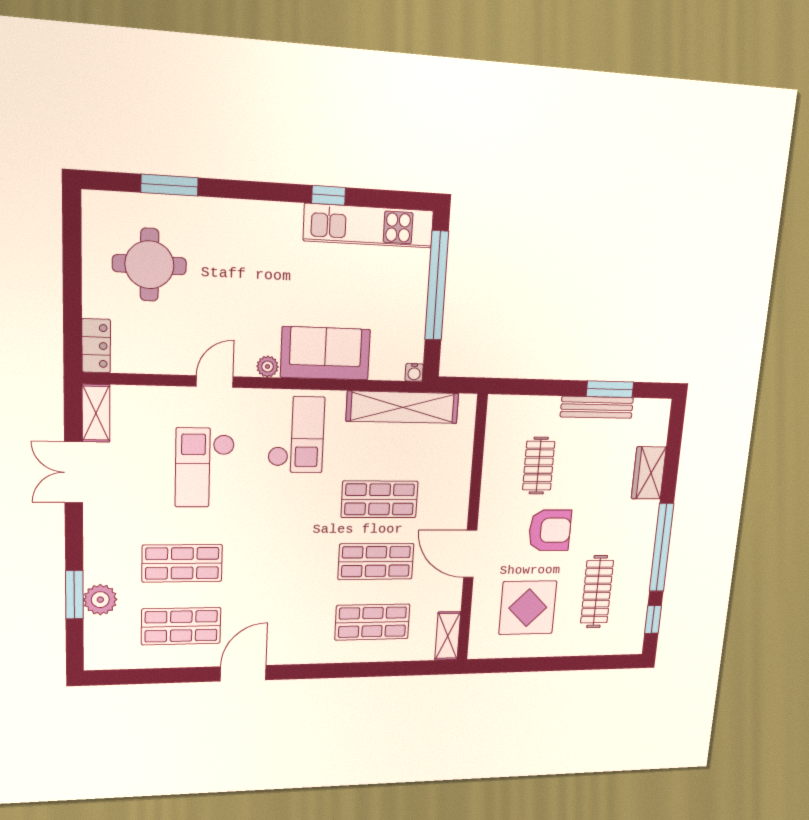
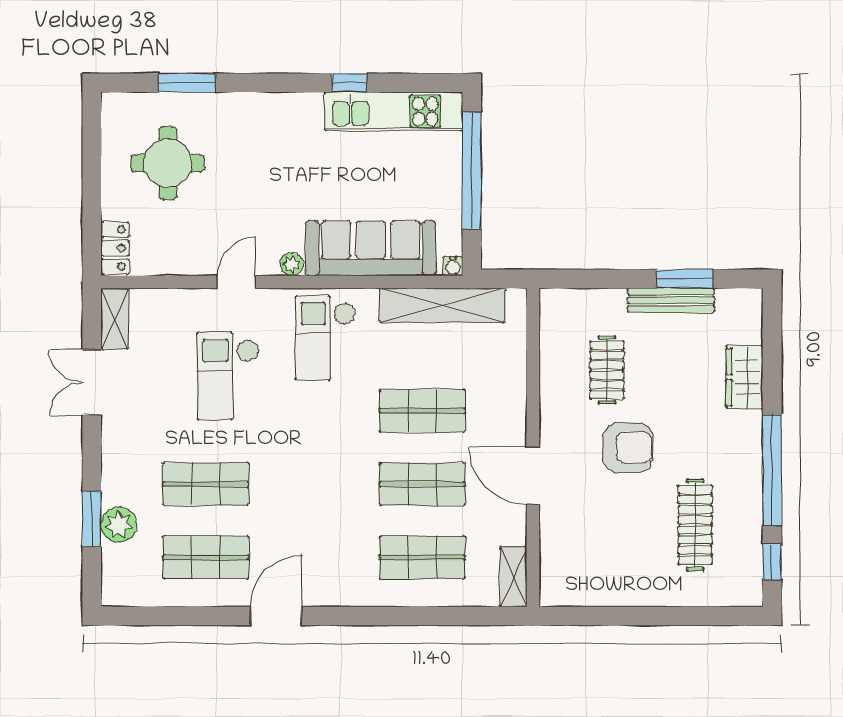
sofa: (325, 353) -> (371, 248), width x1.36
checkout: (296, 435) -> (325, 338), turned 180
display table: (528, 608) -> (609, 543), removed

